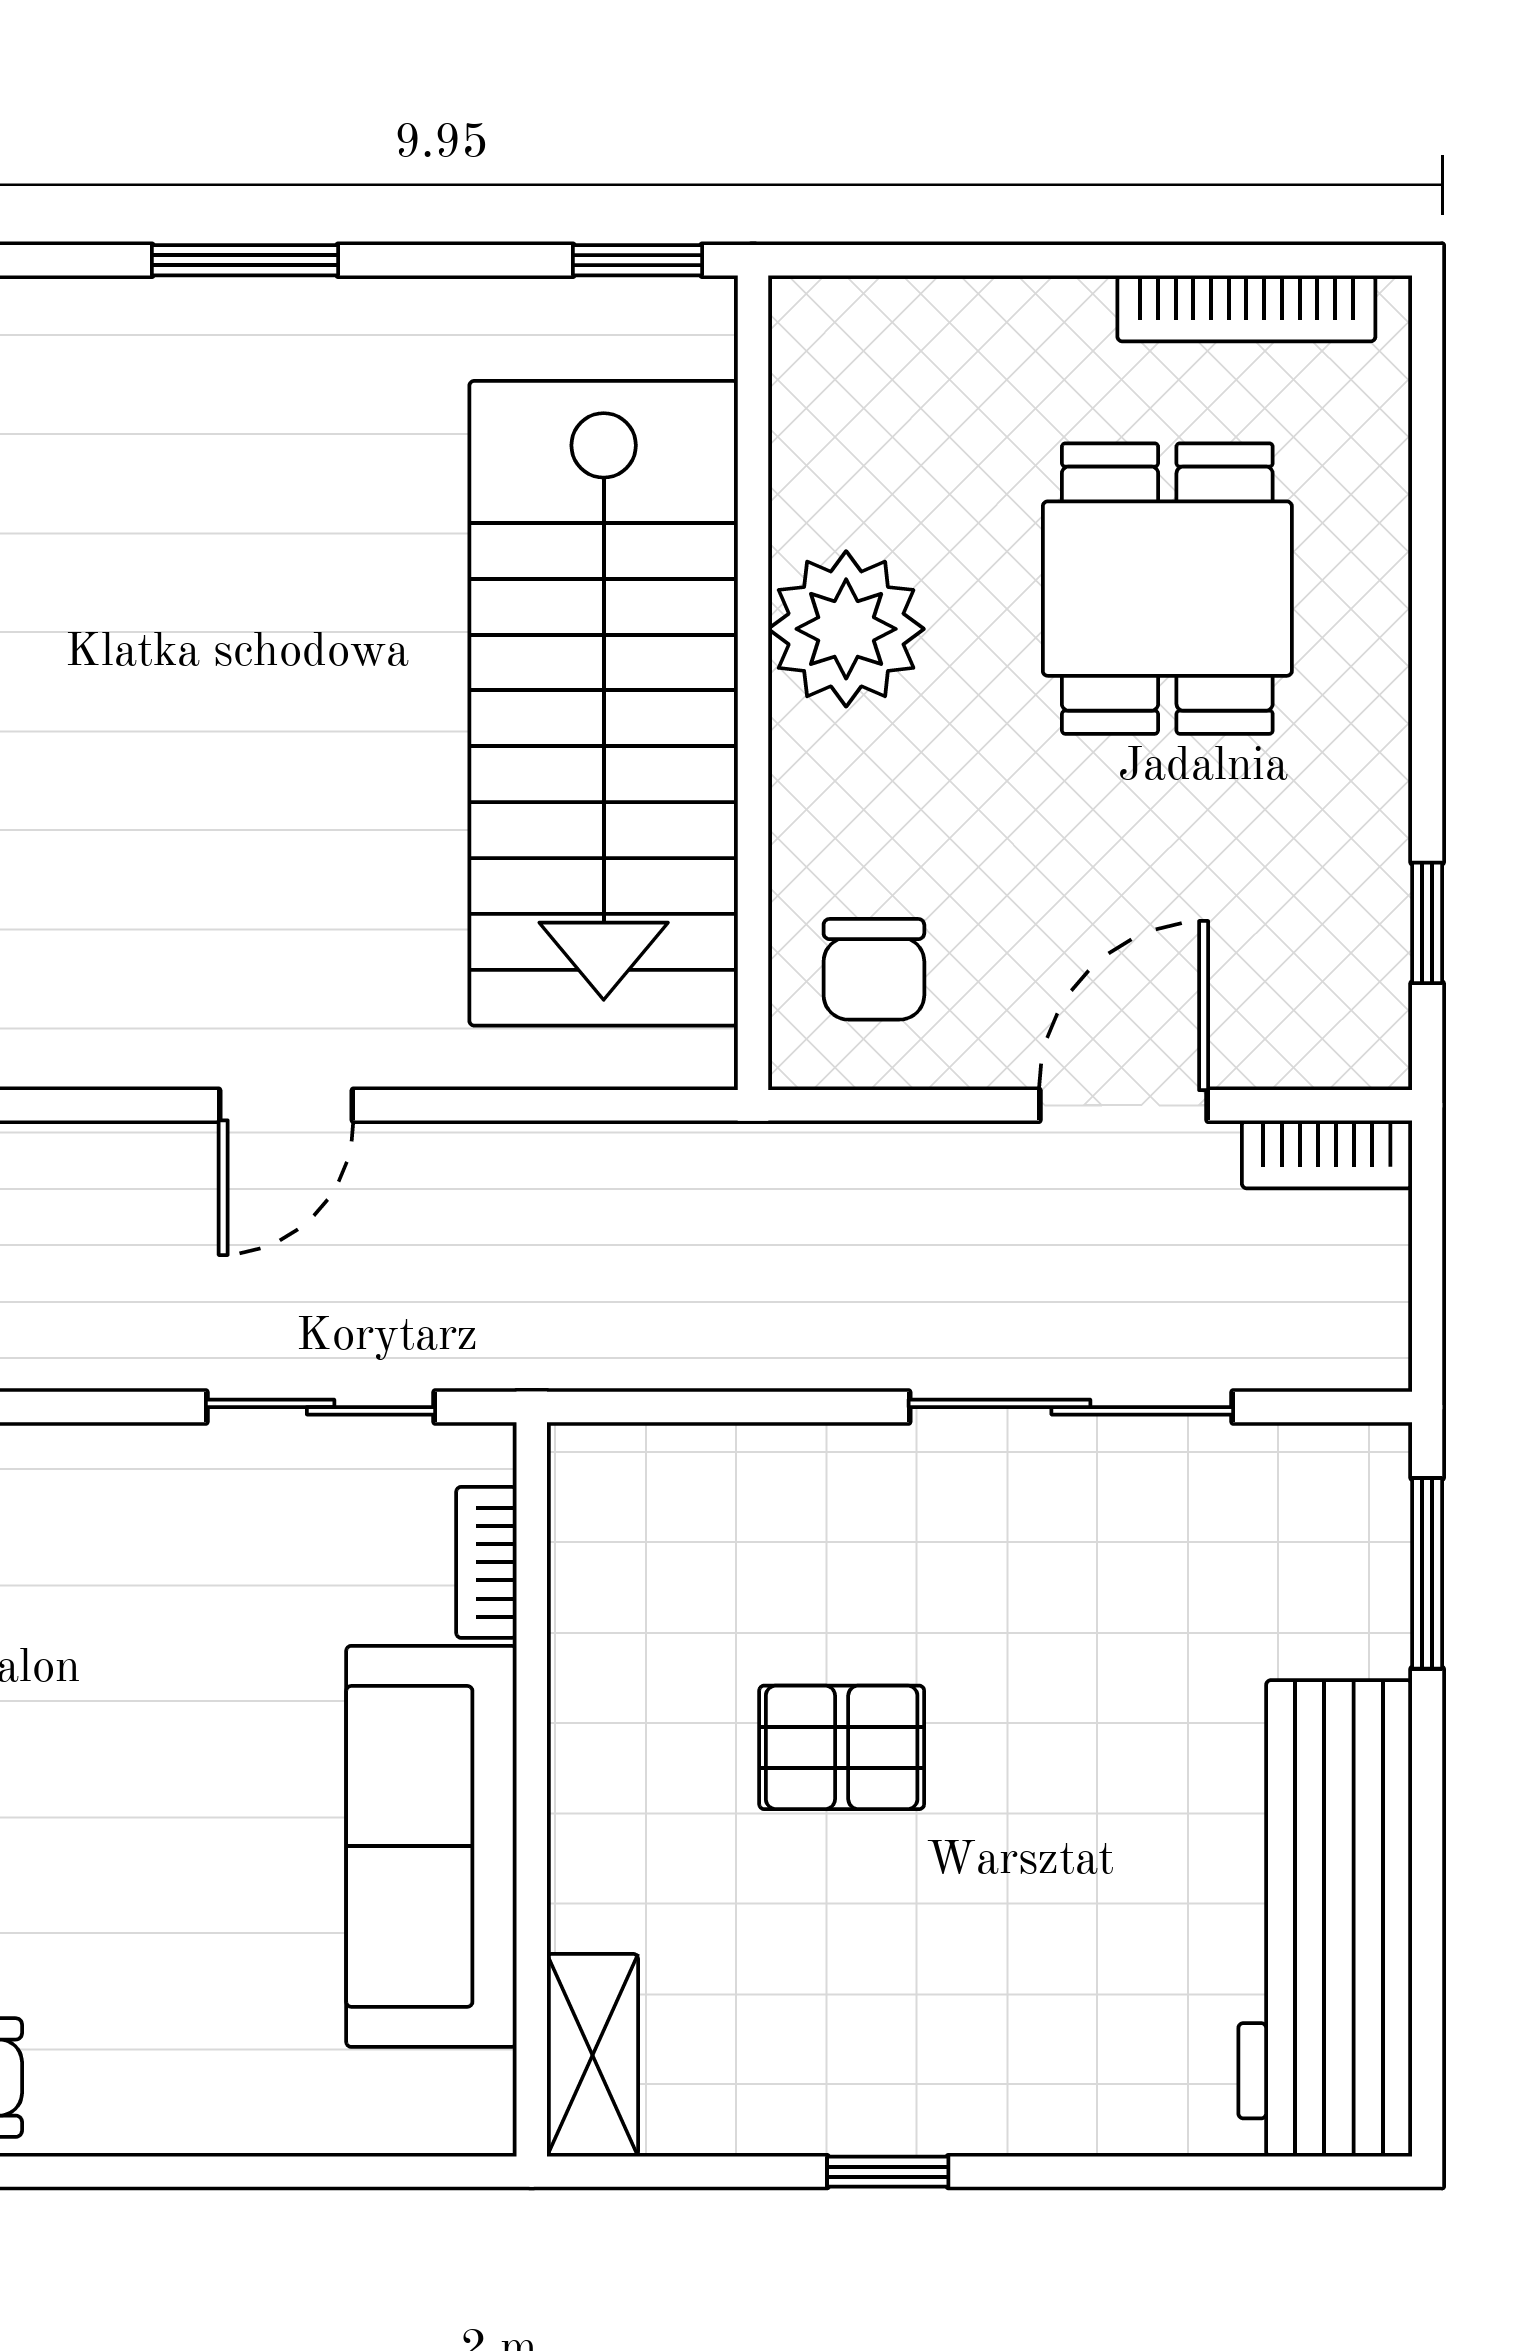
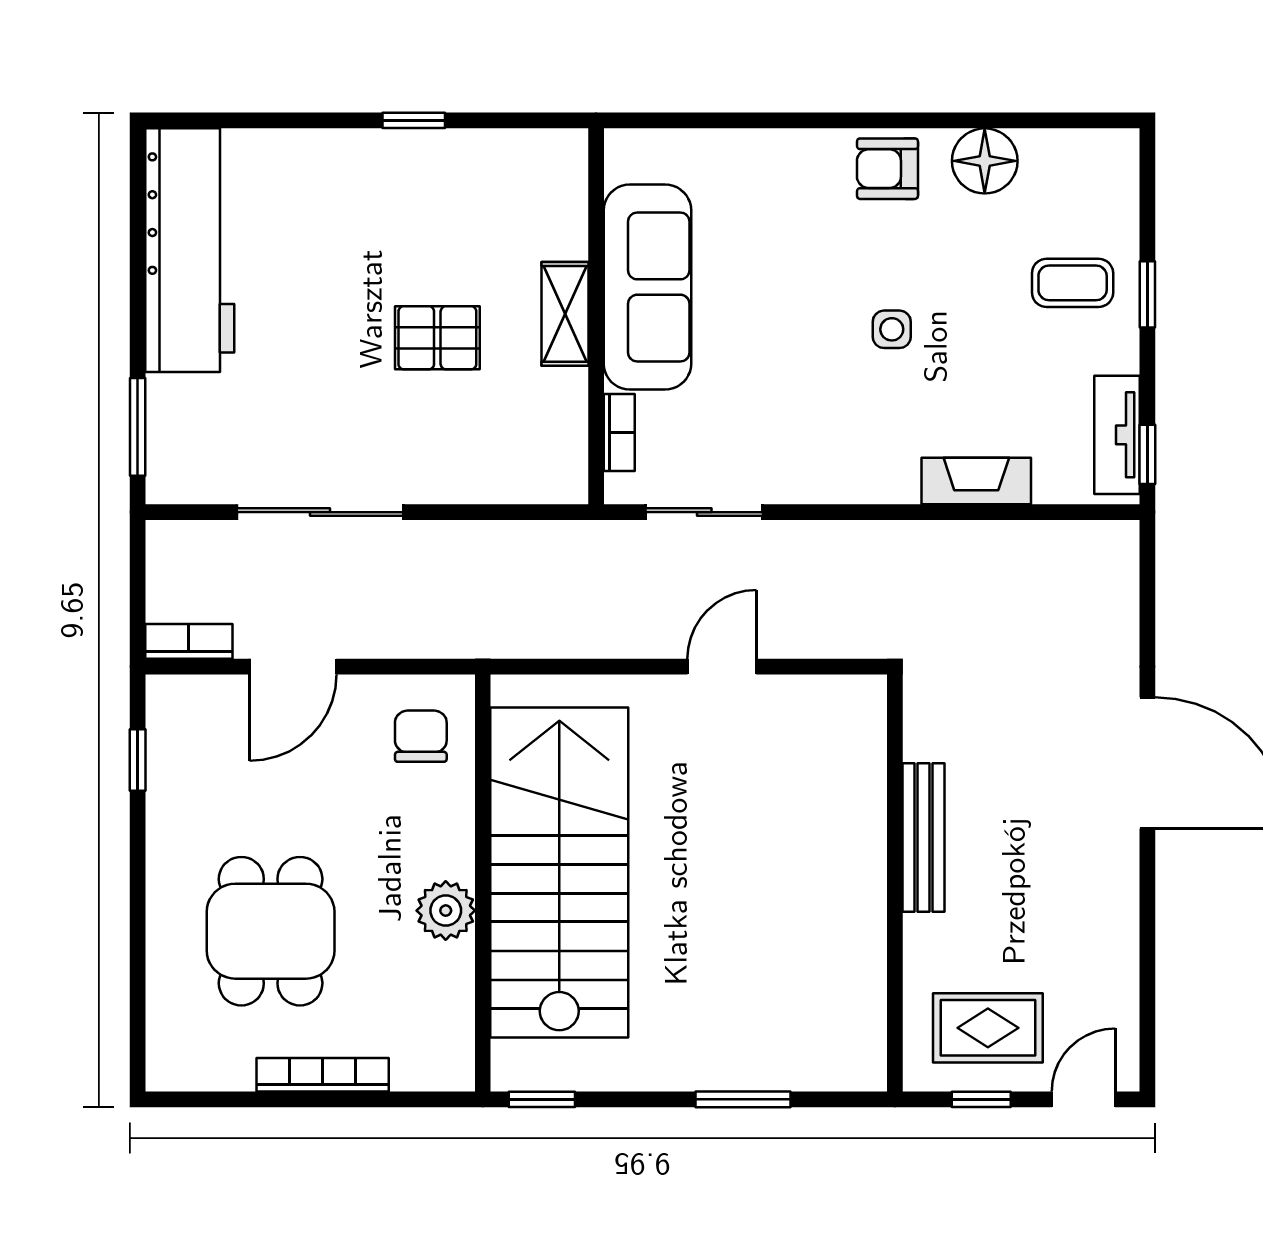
bookcase: (1246, 308) -> (323, 1075), moved
plant: (846, 629) -> (446, 911), width x0.73, depth x0.73
shelving: (592, 2055) -> (565, 314), moved

